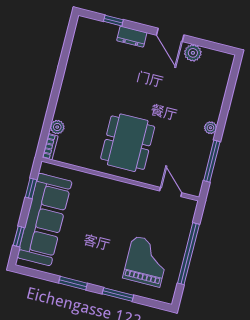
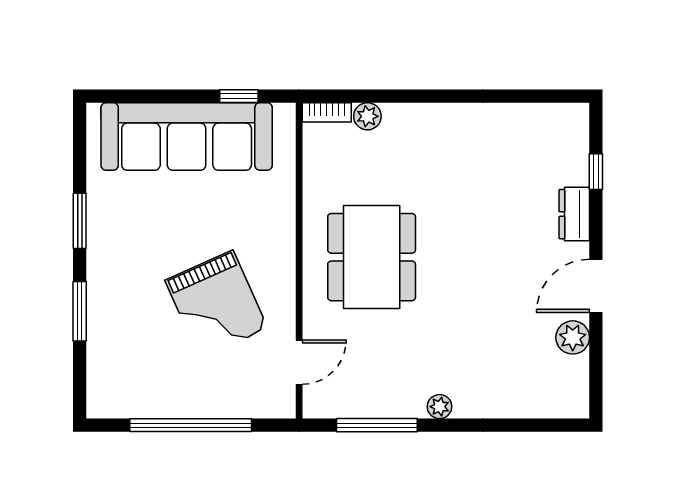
dining table: (128, 143) -> (372, 257), turned 90
window: (19, 237) -> (142, 96), removed
grand piano: (146, 262) -> (216, 304), moved, turned 66

